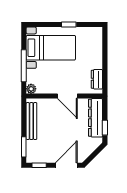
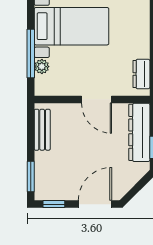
plant: (31, 89) -> (42, 67), moved
bench: (31, 121) -> (42, 130), width x0.73

